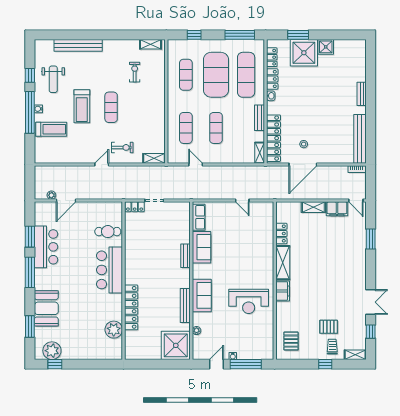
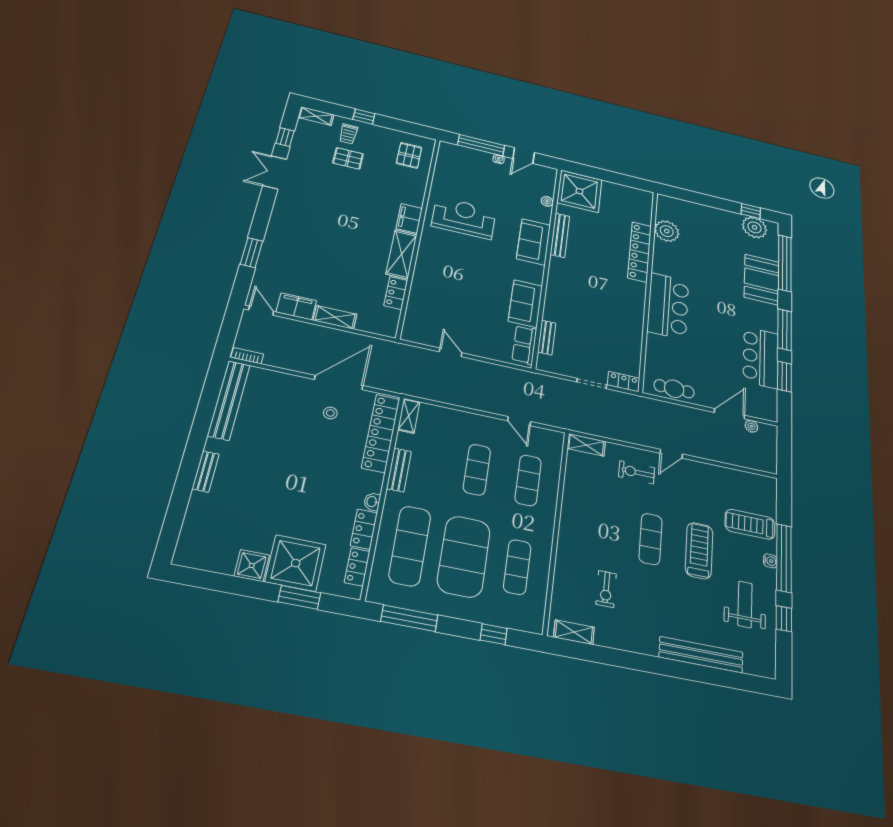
cafe table: (108, 232) -> (674, 389), moved
bench: (185, 256) -> (547, 338), moved
window: (30, 326) -> (785, 263), width x2.11

